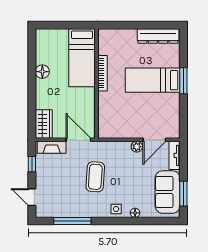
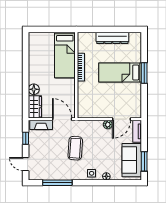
dresser: (158, 36) -> (112, 38), moved
floor lamp: (42, 72) -> (34, 89), moved

